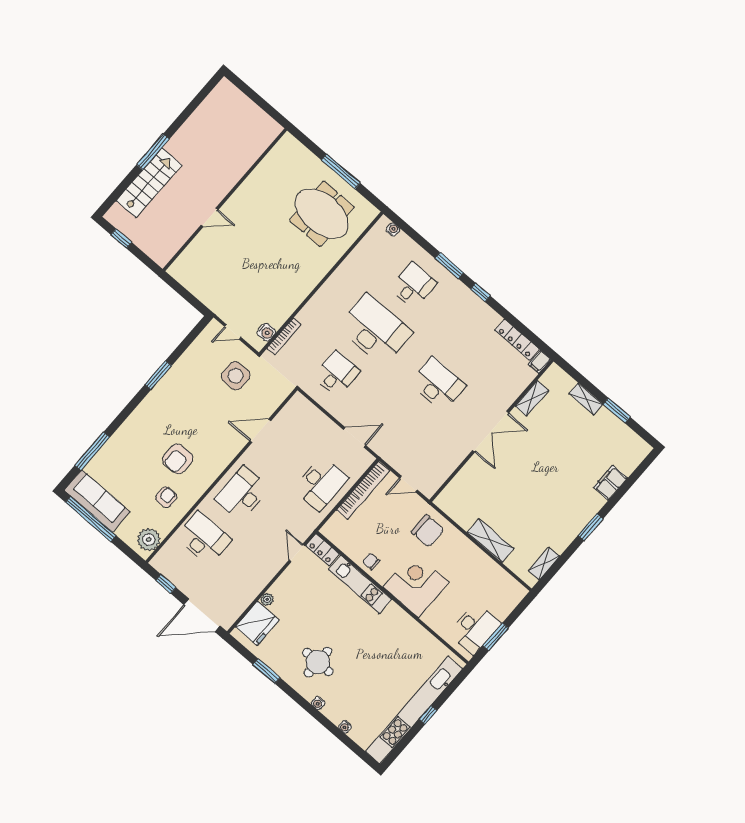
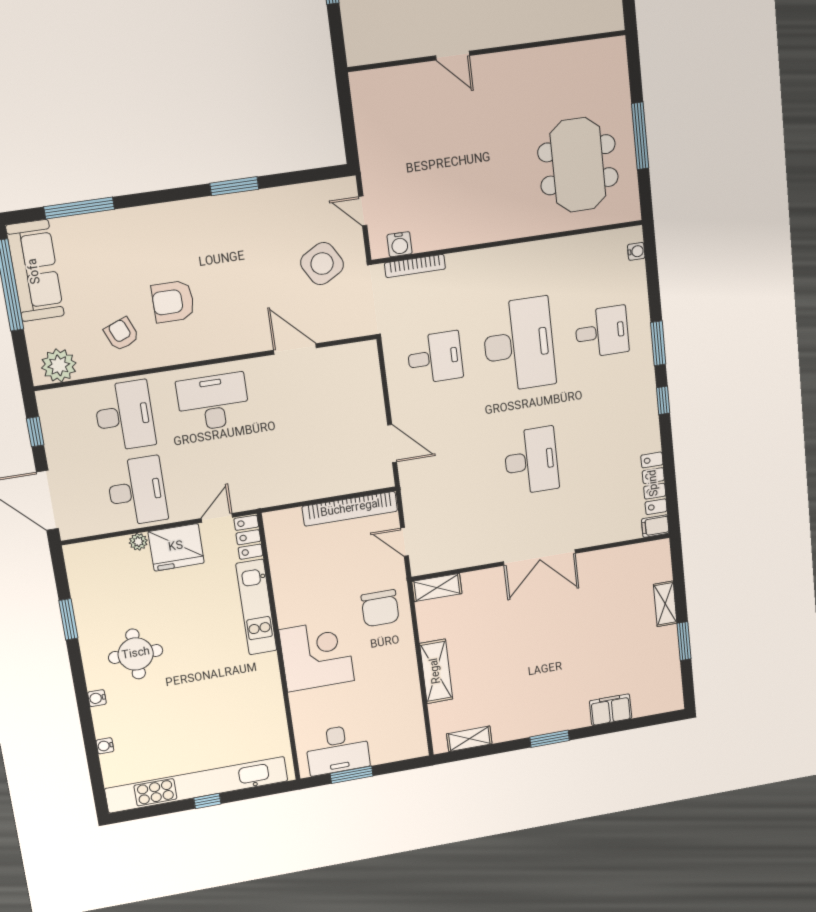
side table: (236, 376) -> (322, 264), turned -30
shelving: (532, 398) -> (437, 588), moved
desk: (321, 483) -> (137, 491), moved, turned -90
armchair: (166, 497) -> (122, 334), turned -112
chair: (371, 561) -> (290, 592), removed
fridge: (257, 623) -> (176, 547), moved

